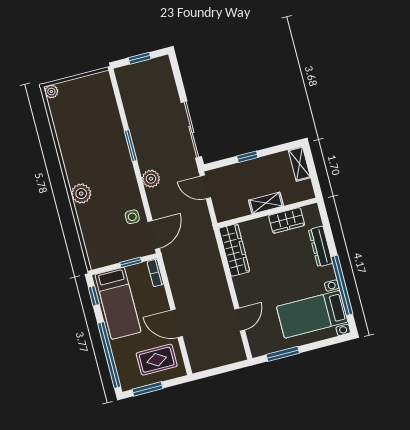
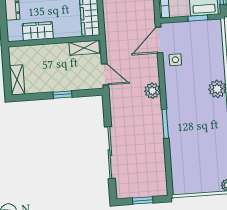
sliding door: (191, 129) -> (110, 153), moved
shelving: (266, 203) -> (84, 48), moved
window: (131, 262) -> (198, 18), moved

